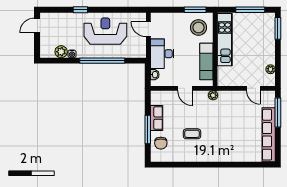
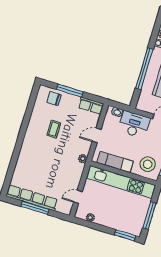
kitchen unit: (225, 40) -> (121, 182), width x1.36
window: (278, 113) -> (35, 208), moved
row of seats: (157, 118) -> (91, 106), moved

